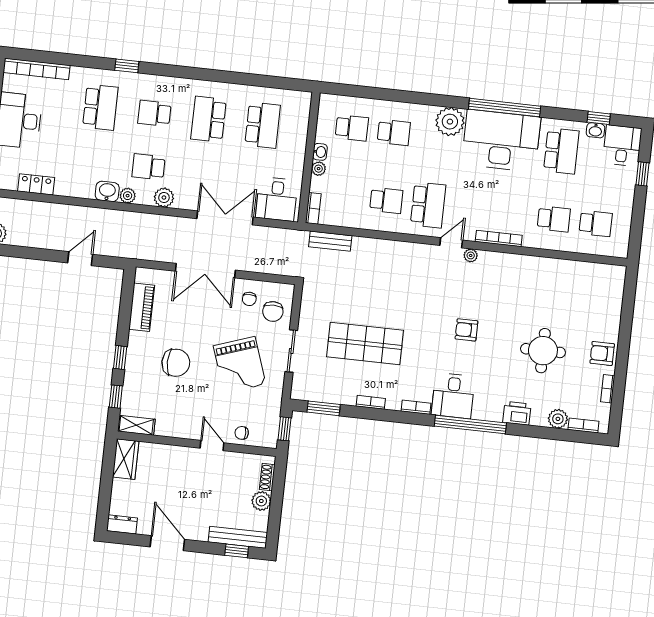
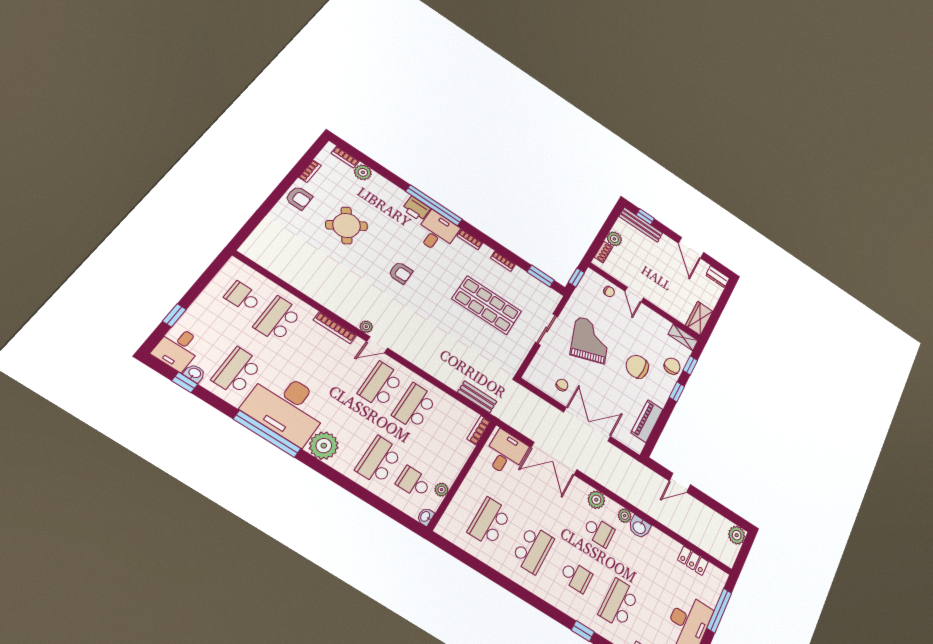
school desk: (394, 132) -> (379, 460), width x1.85
washbasin: (320, 152) -> (425, 517), moved
plant: (319, 169) -> (442, 490), moved
school desk: (386, 200) -> (414, 406), width x1.85
school desk: (554, 219) -> (278, 319), width x1.85
chair: (273, 311) -> (672, 366), moved
round table: (543, 351) -> (347, 225), turned -35
printer: (517, 413) -> (416, 209), moved

